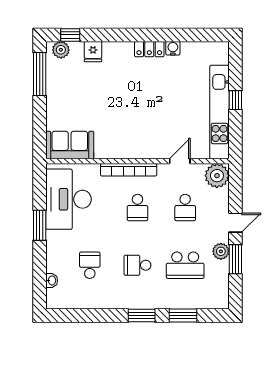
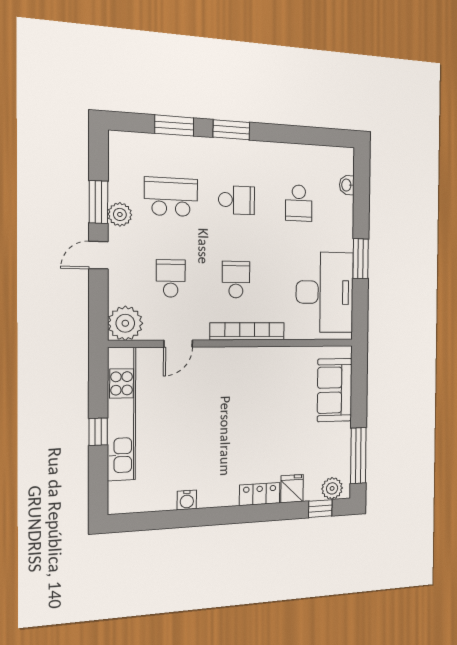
locker: (149, 49) -> (260, 494), moved
sofa: (70, 145) -> (335, 390), moved, turned 90

